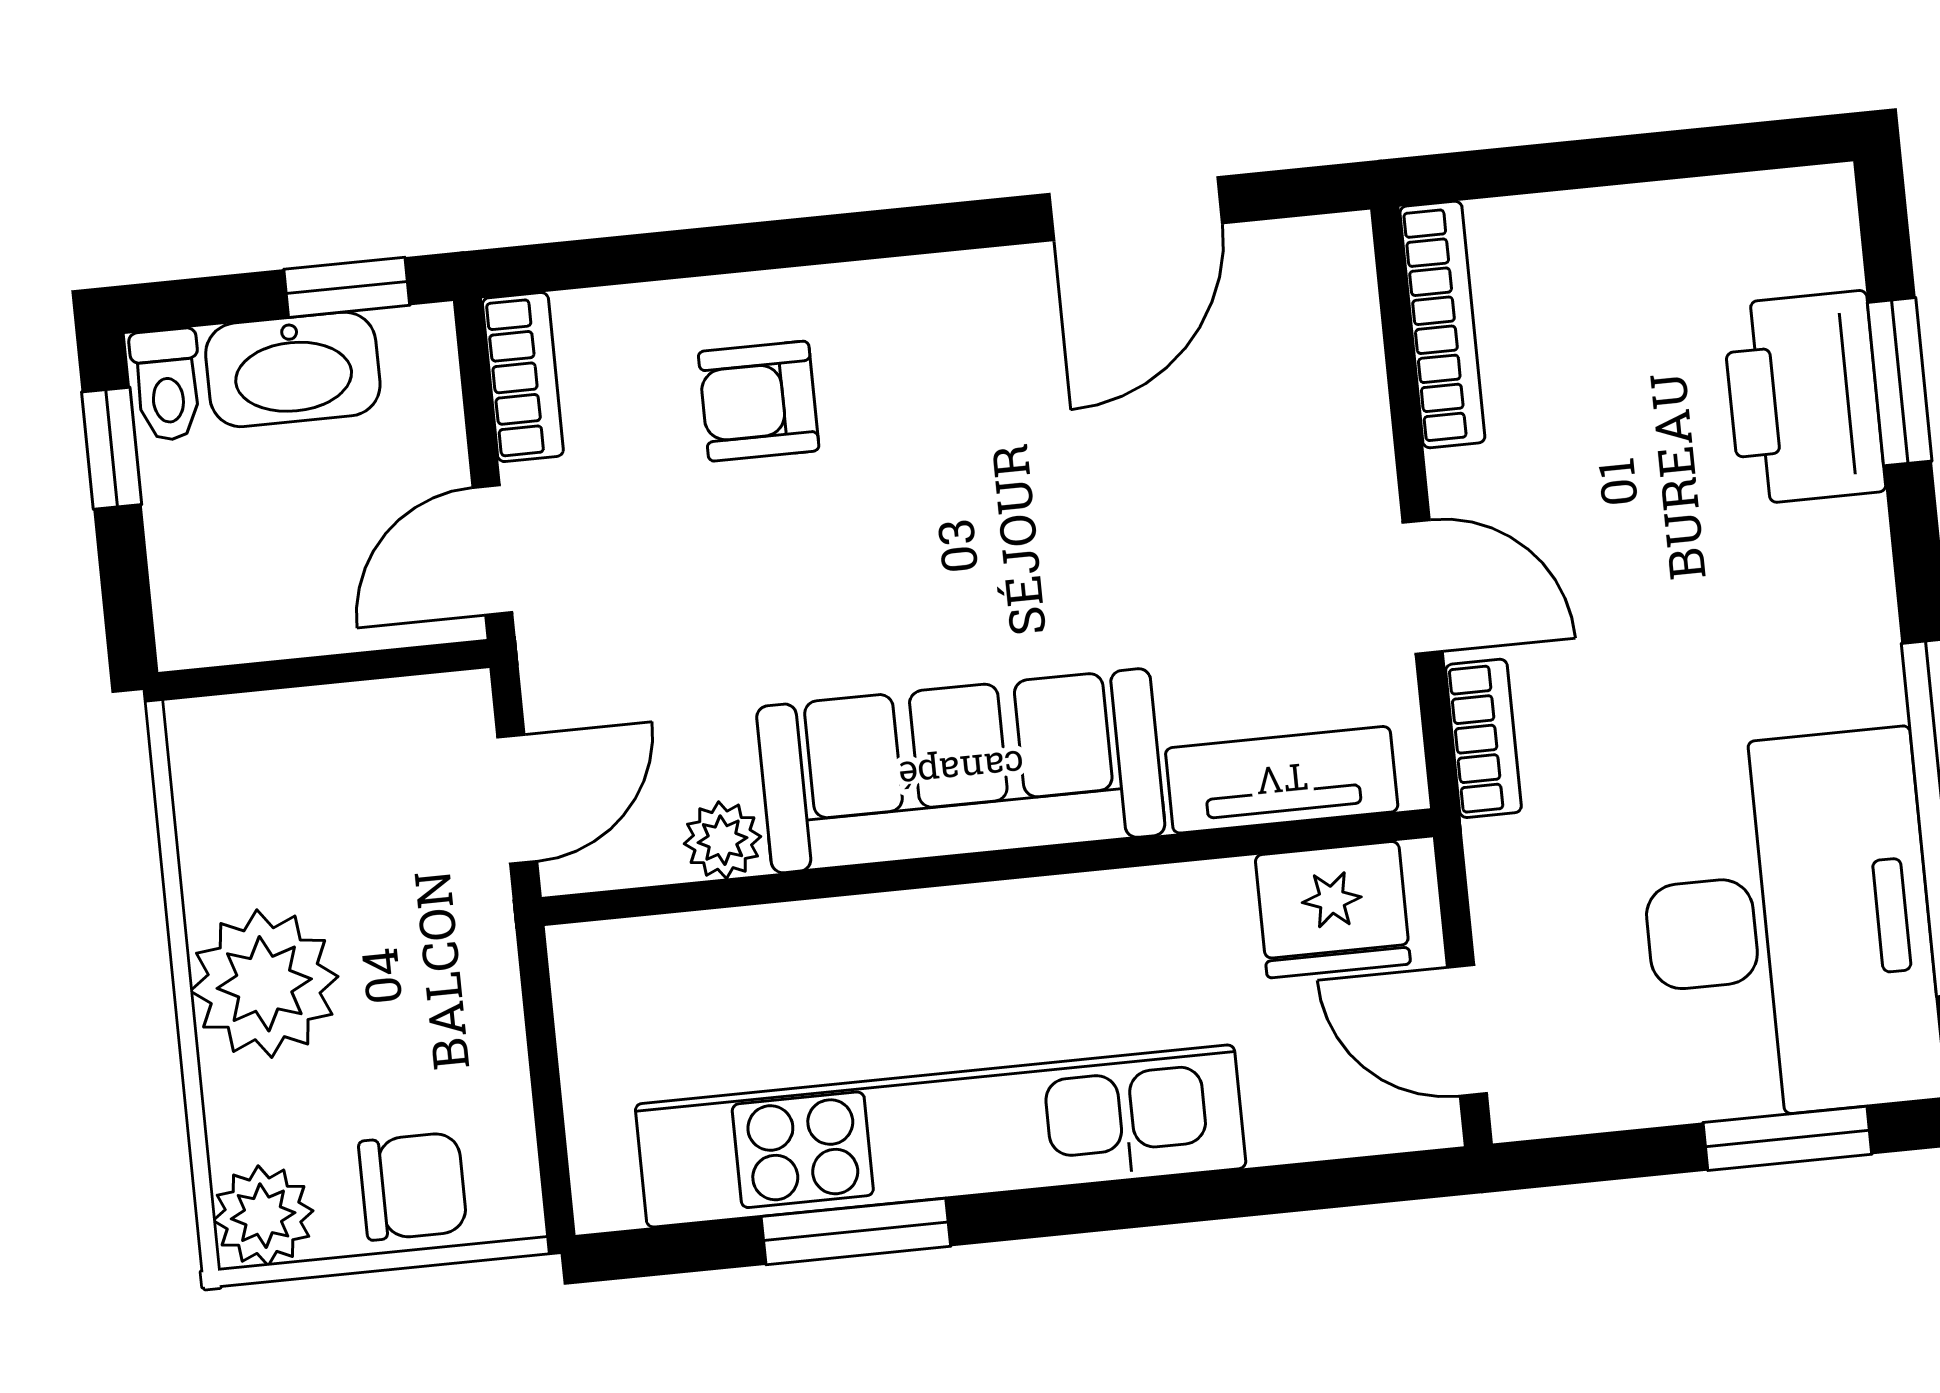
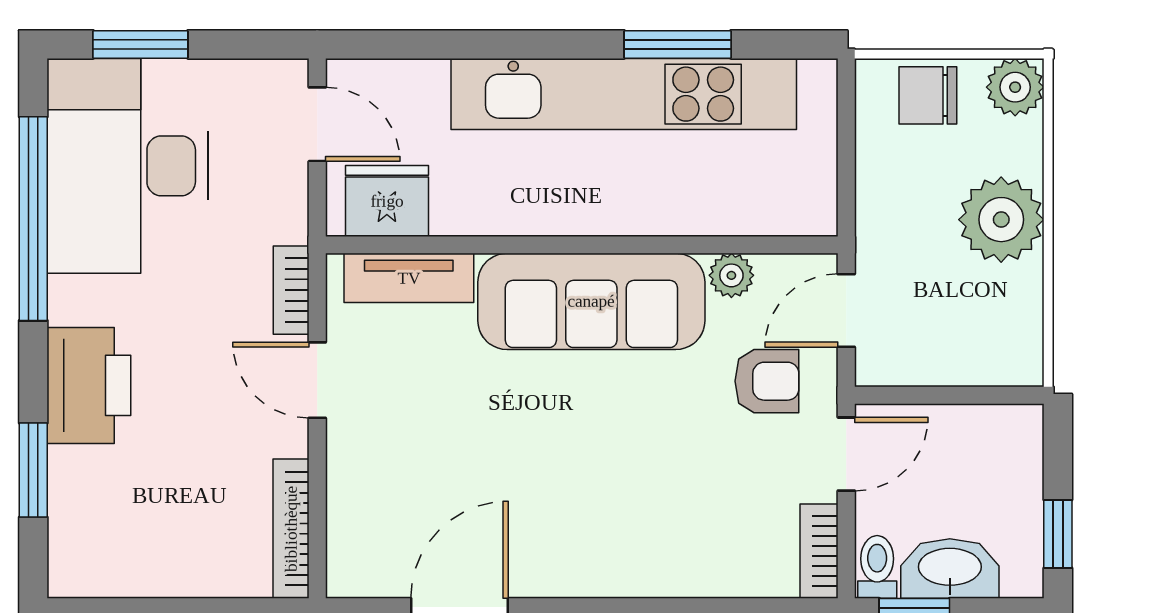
toilet: (167, 385) -> (877, 567), moved
printer: (1804, 398) -> (89, 385), moved
armchair: (759, 401) -> (767, 381), moved

